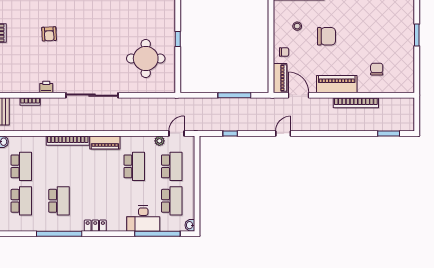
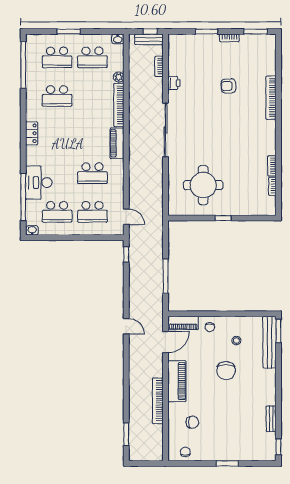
chair: (406, 76) -> (185, 452), added
window: (230, 133) -> (126, 254), moved
plant: (159, 141) -> (119, 77), moved
window: (59, 234) -> (23, 65), moved

